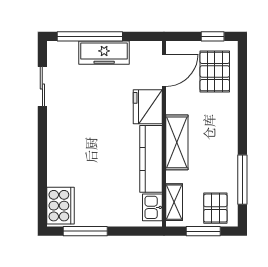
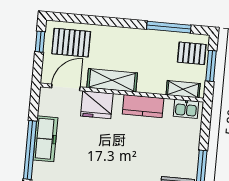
door: (164, 70) -> (66, 87), hinge flipped
shelving: (177, 142) -> (112, 80), moved
kitchen counter: (151, 159) -> (143, 106), width x0.67

